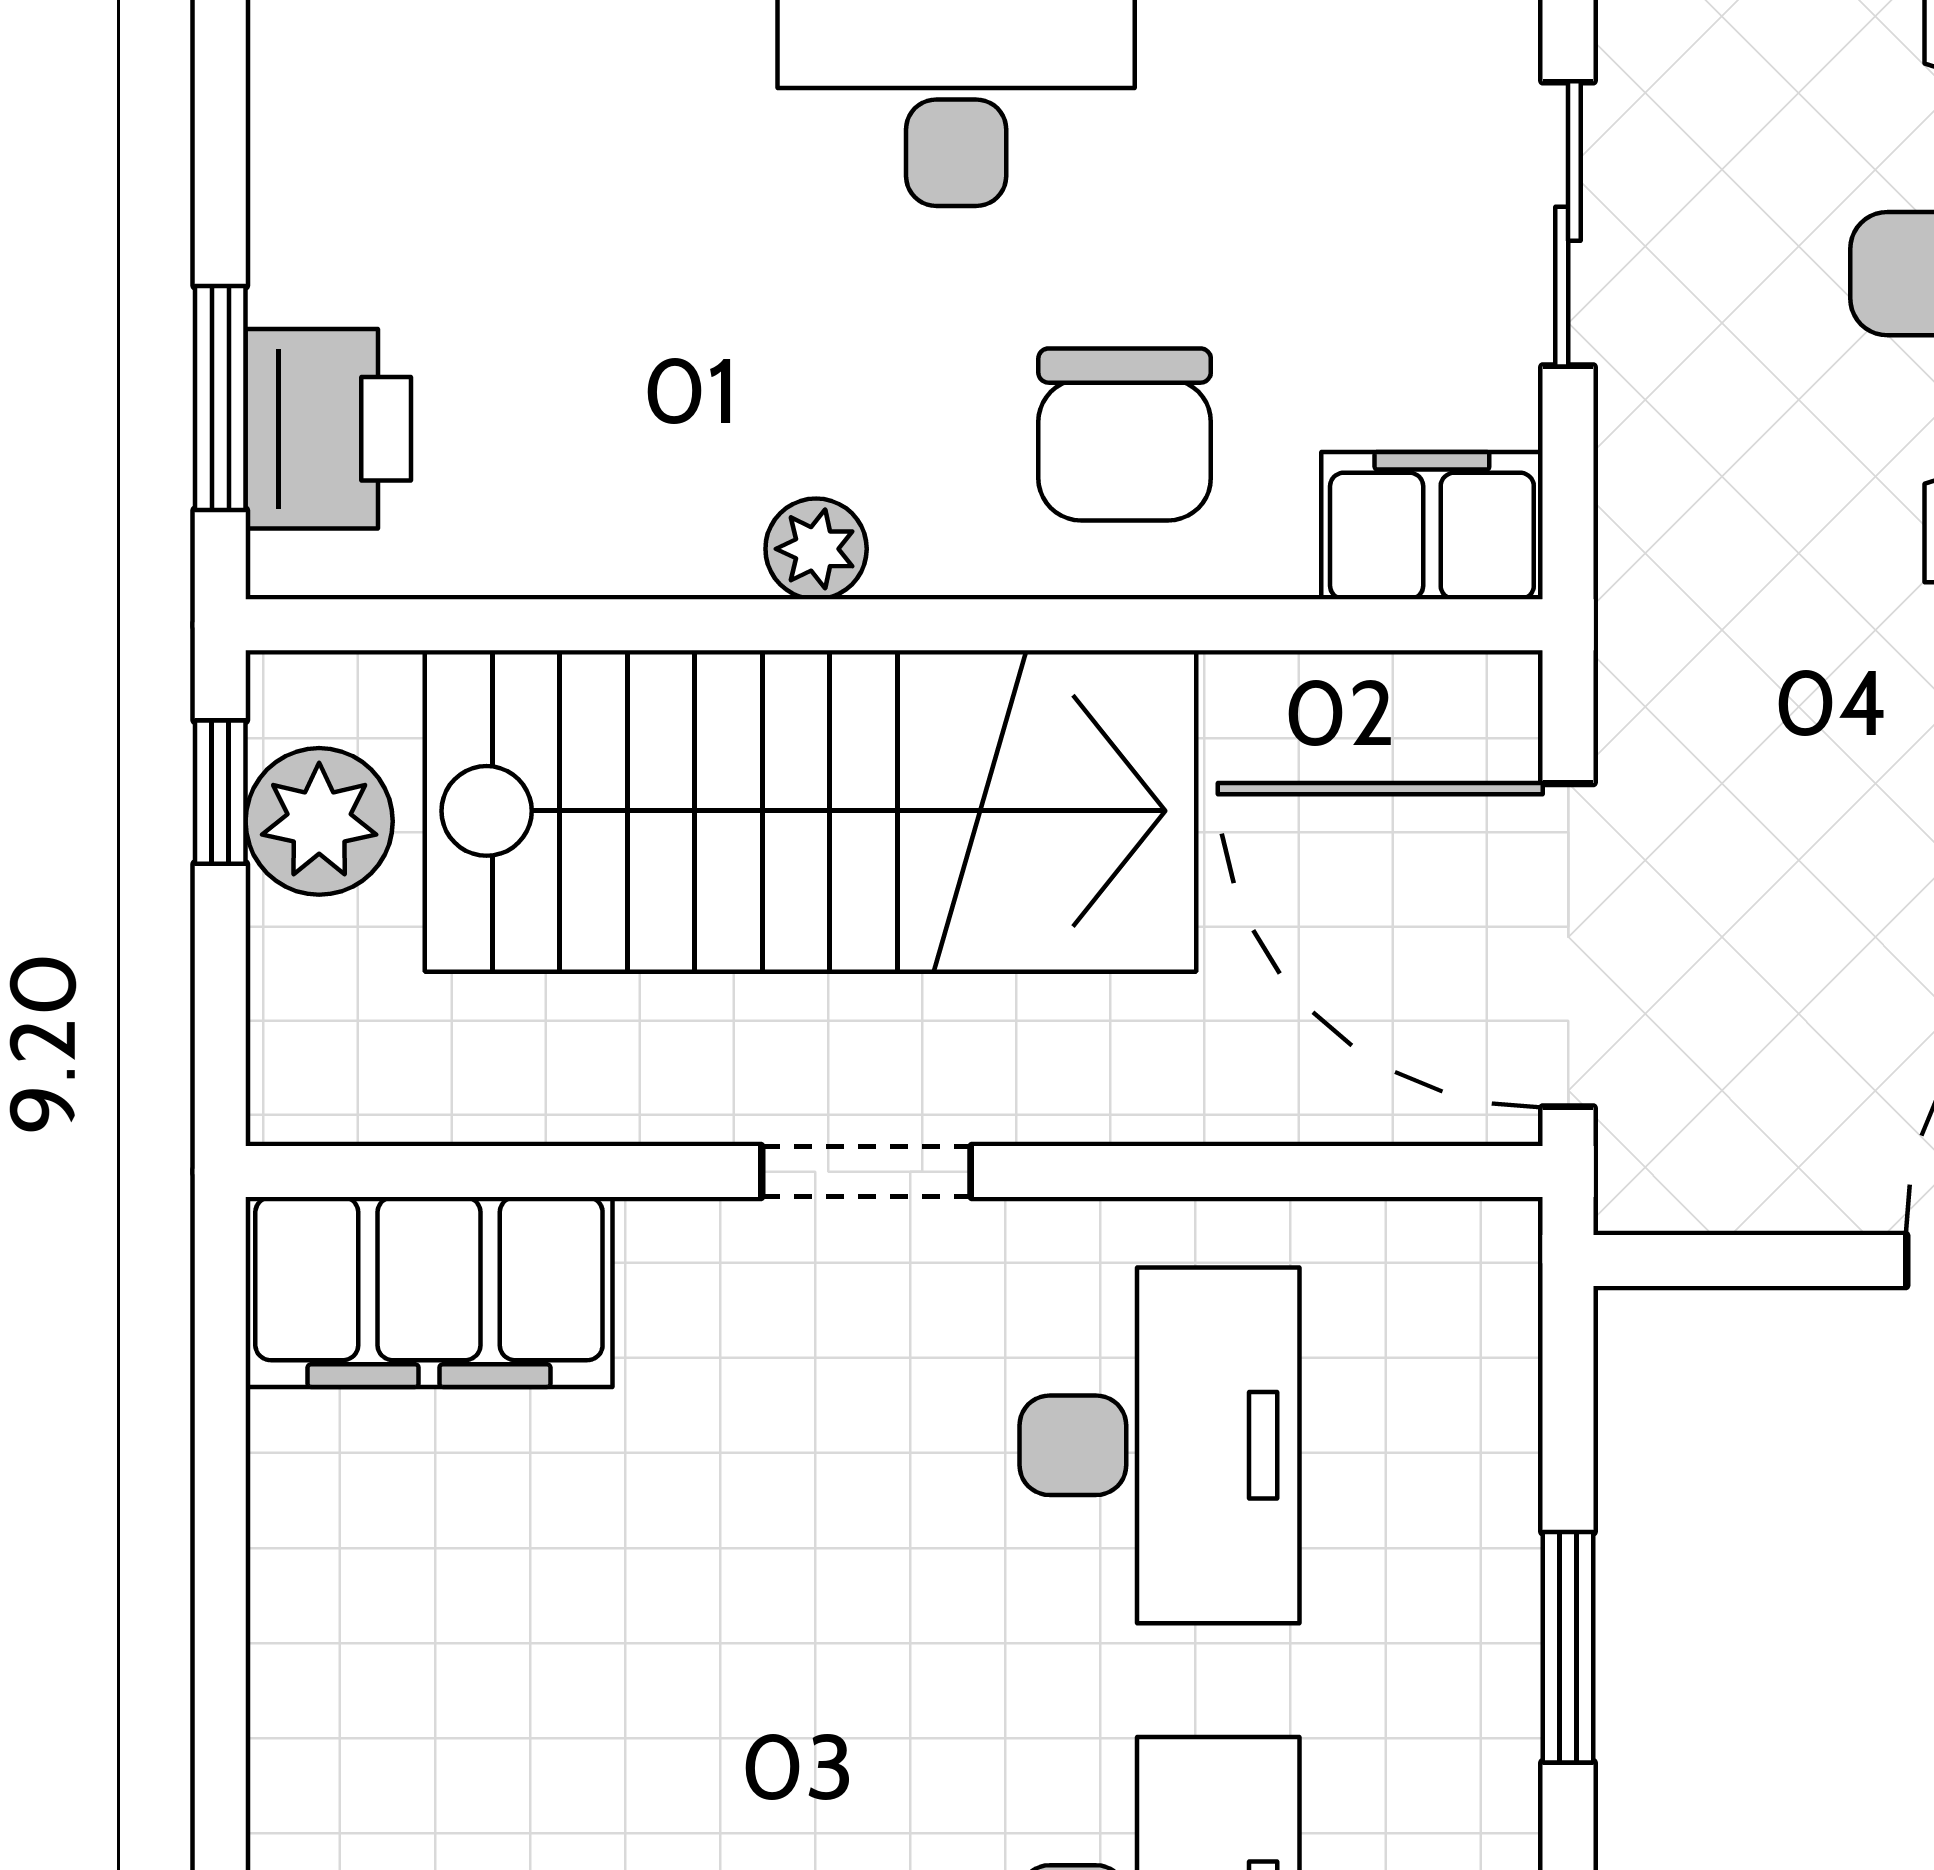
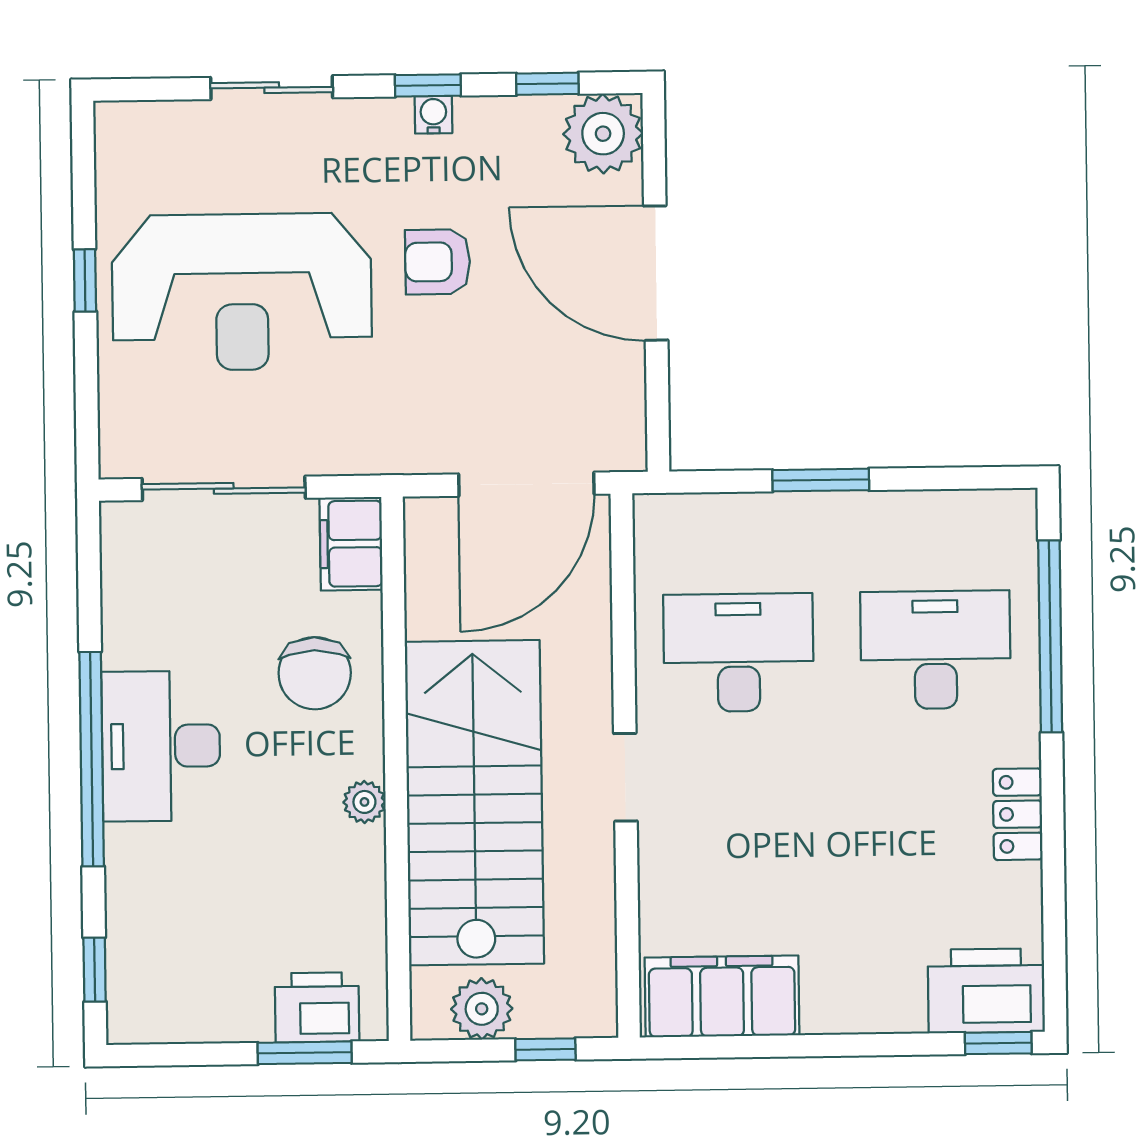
sliding door: (1568, 224) -> (224, 488), width x1.37
chair: (1125, 434) -> (315, 673), turned 90
window: (220, 792) -> (545, 1049), moved
filing cabinet: (429, 1292) -> (722, 996), moved, turned -90

